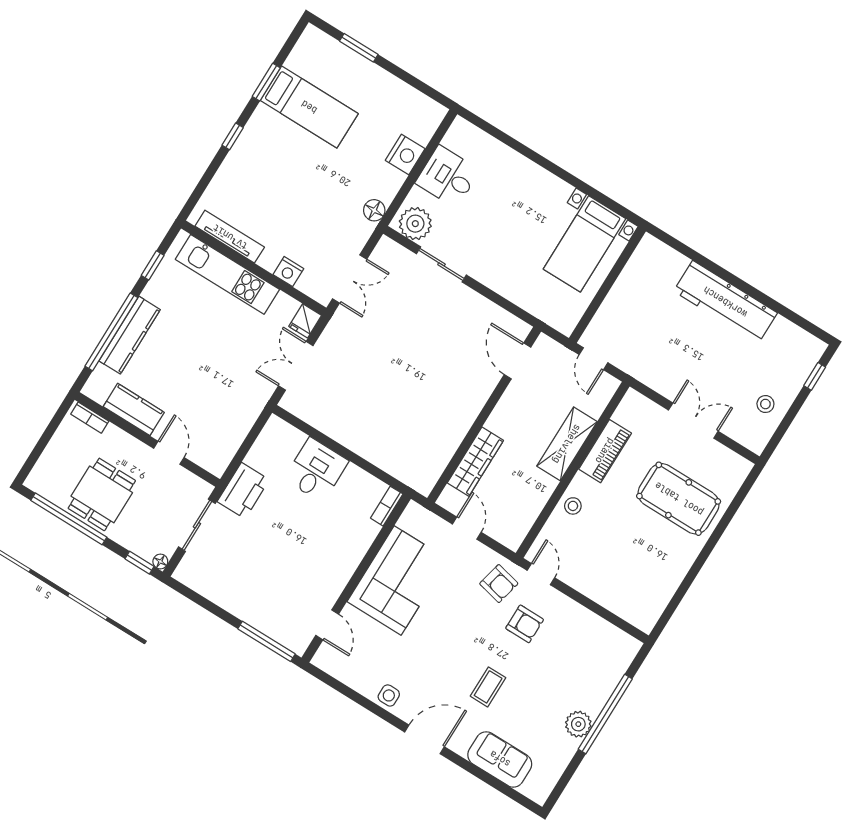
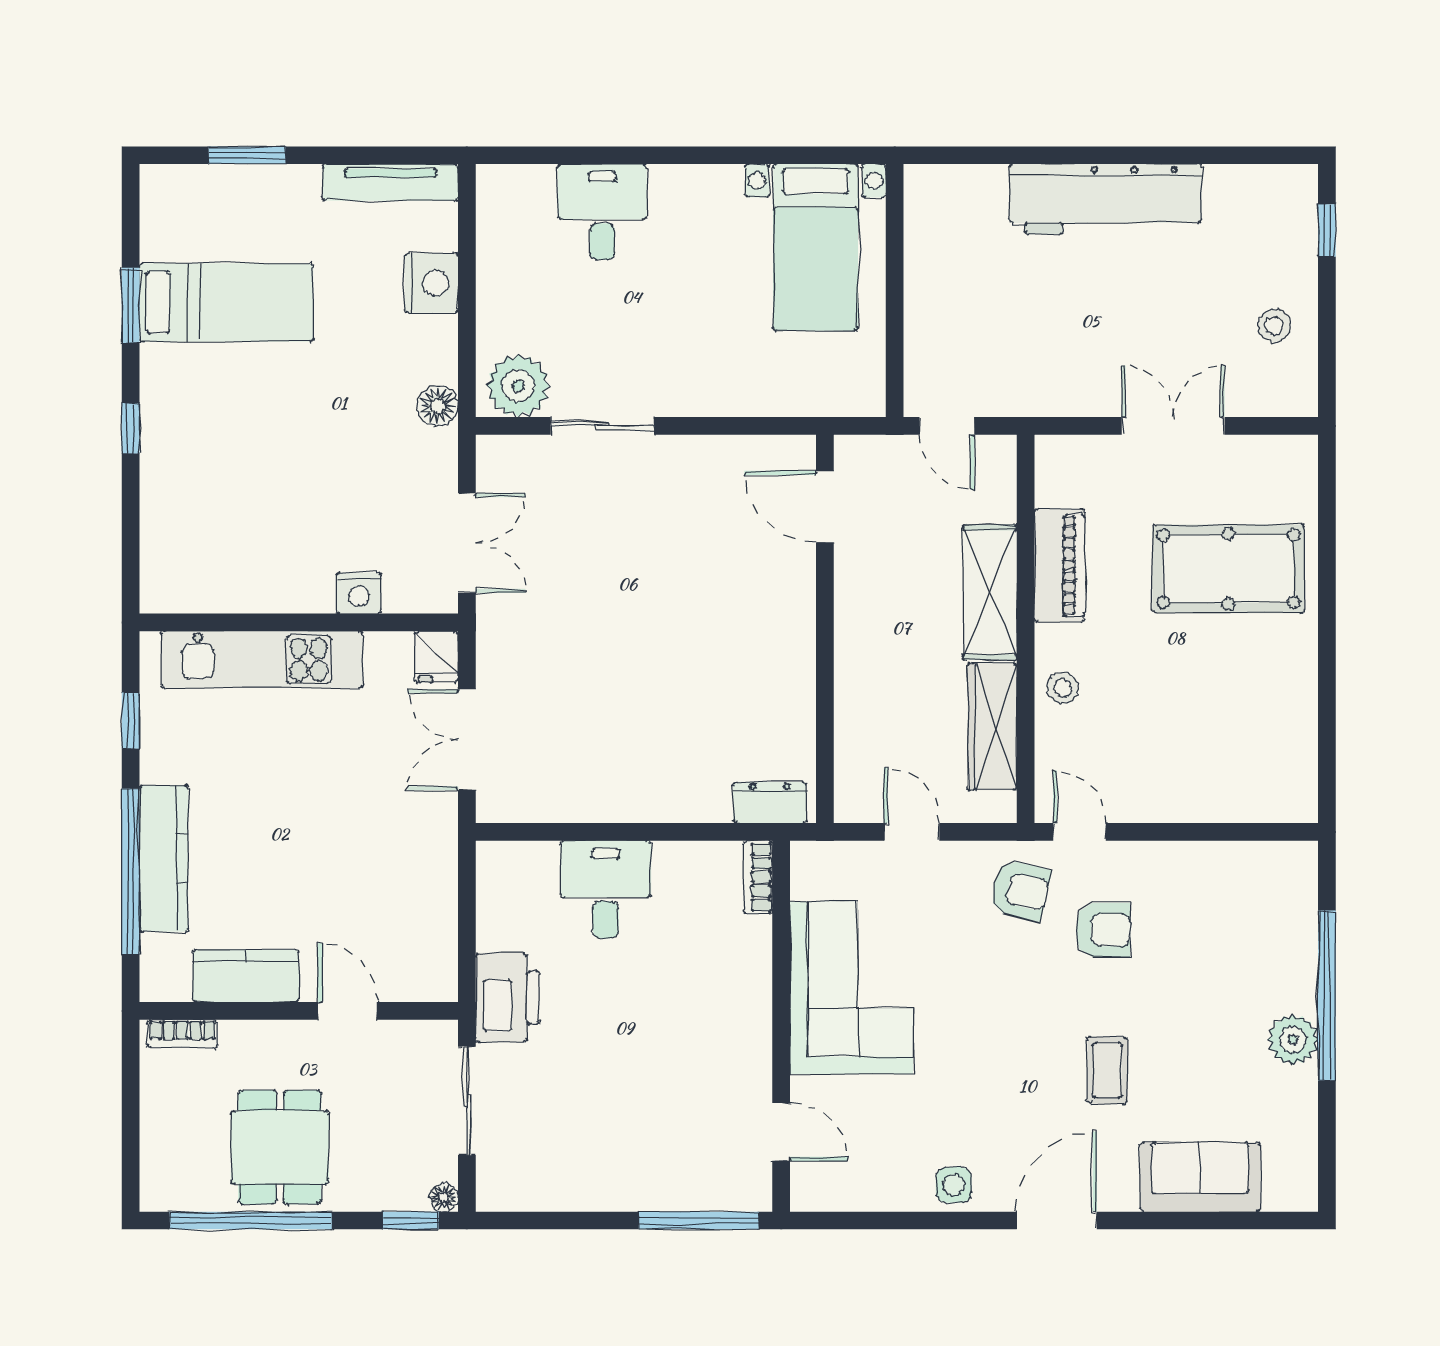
desk: (448, 177) -> (602, 212), moved, turned 90
tv unit: (230, 237) -> (391, 182), moved, turned 180
wardrobe: (475, 462) -> (992, 727), moved, turned 180
dresser: (412, 476) -> (770, 803), added

